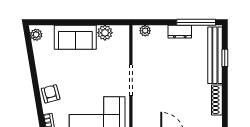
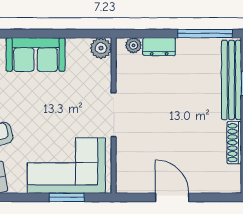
dresser: (180, 32) -> (159, 47), moved
plant: (105, 33) -> (101, 48), moved

